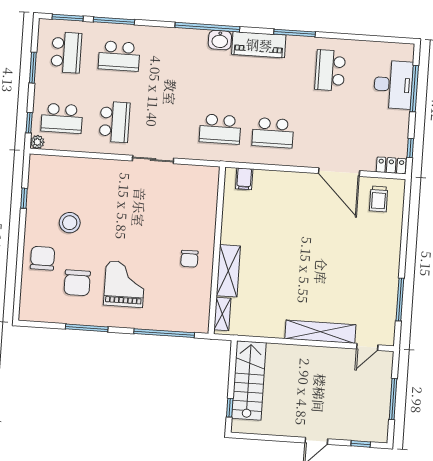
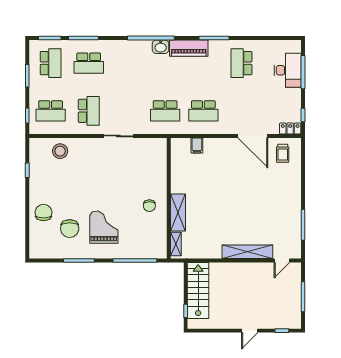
plant: (37, 142) -> (34, 129), removed
filing cabinet: (244, 179) -> (197, 145), moved
stool: (70, 223) -> (60, 151), moved

